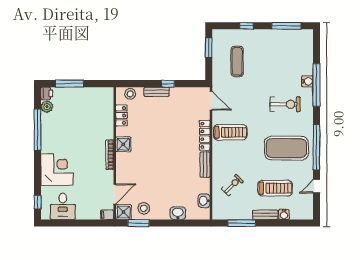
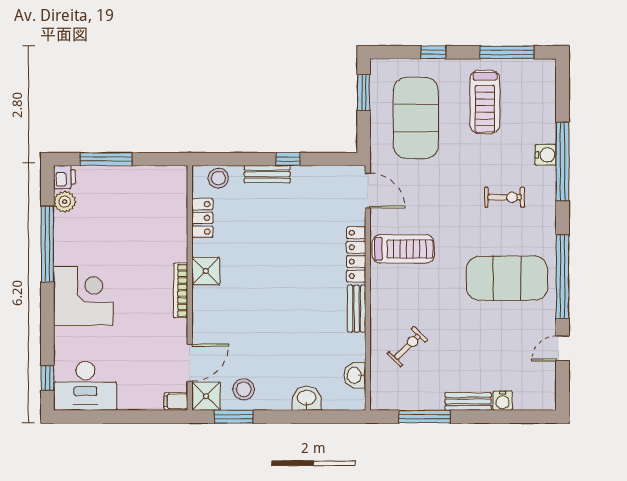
exercise mat: (237, 61) -> (416, 118), width x2.00, depth x1.45
exercise bike: (285, 104) -> (505, 197), width x0.73, depth x0.72
corner desk: (57, 170) -> (83, 296), moved
treadmill: (275, 188) -> (485, 102), moved, turned 90
desk: (63, 206) -> (85, 386), width x1.37

